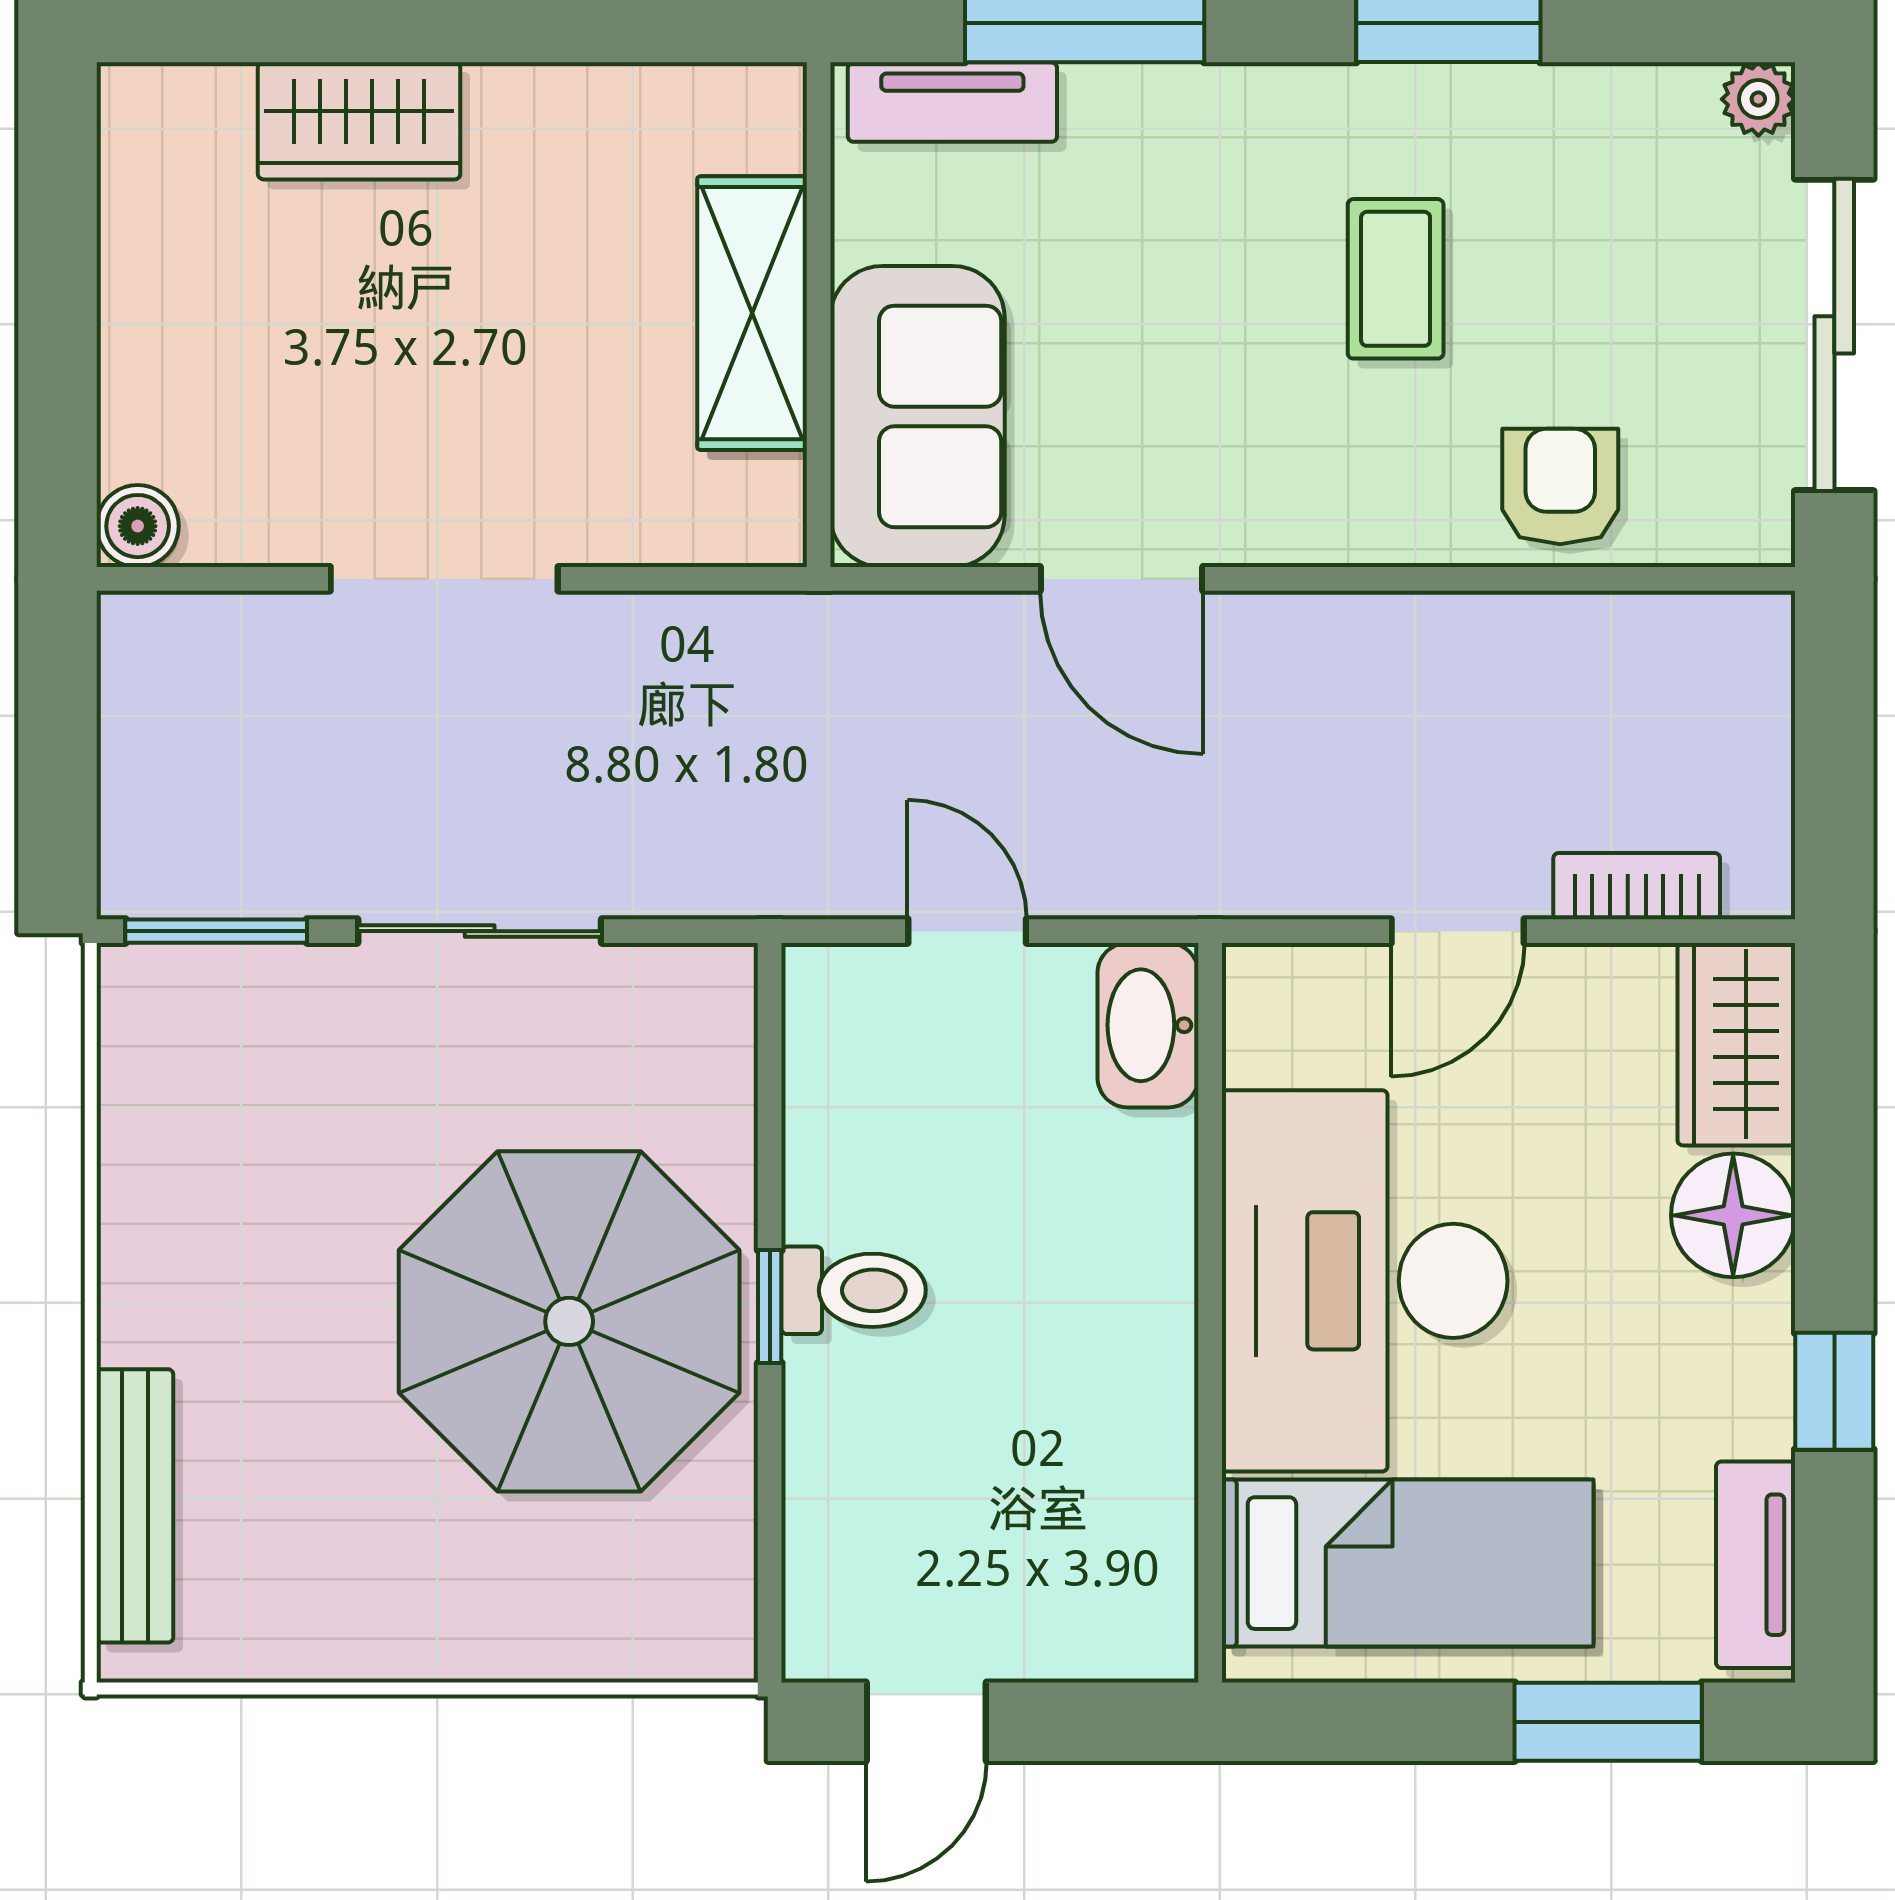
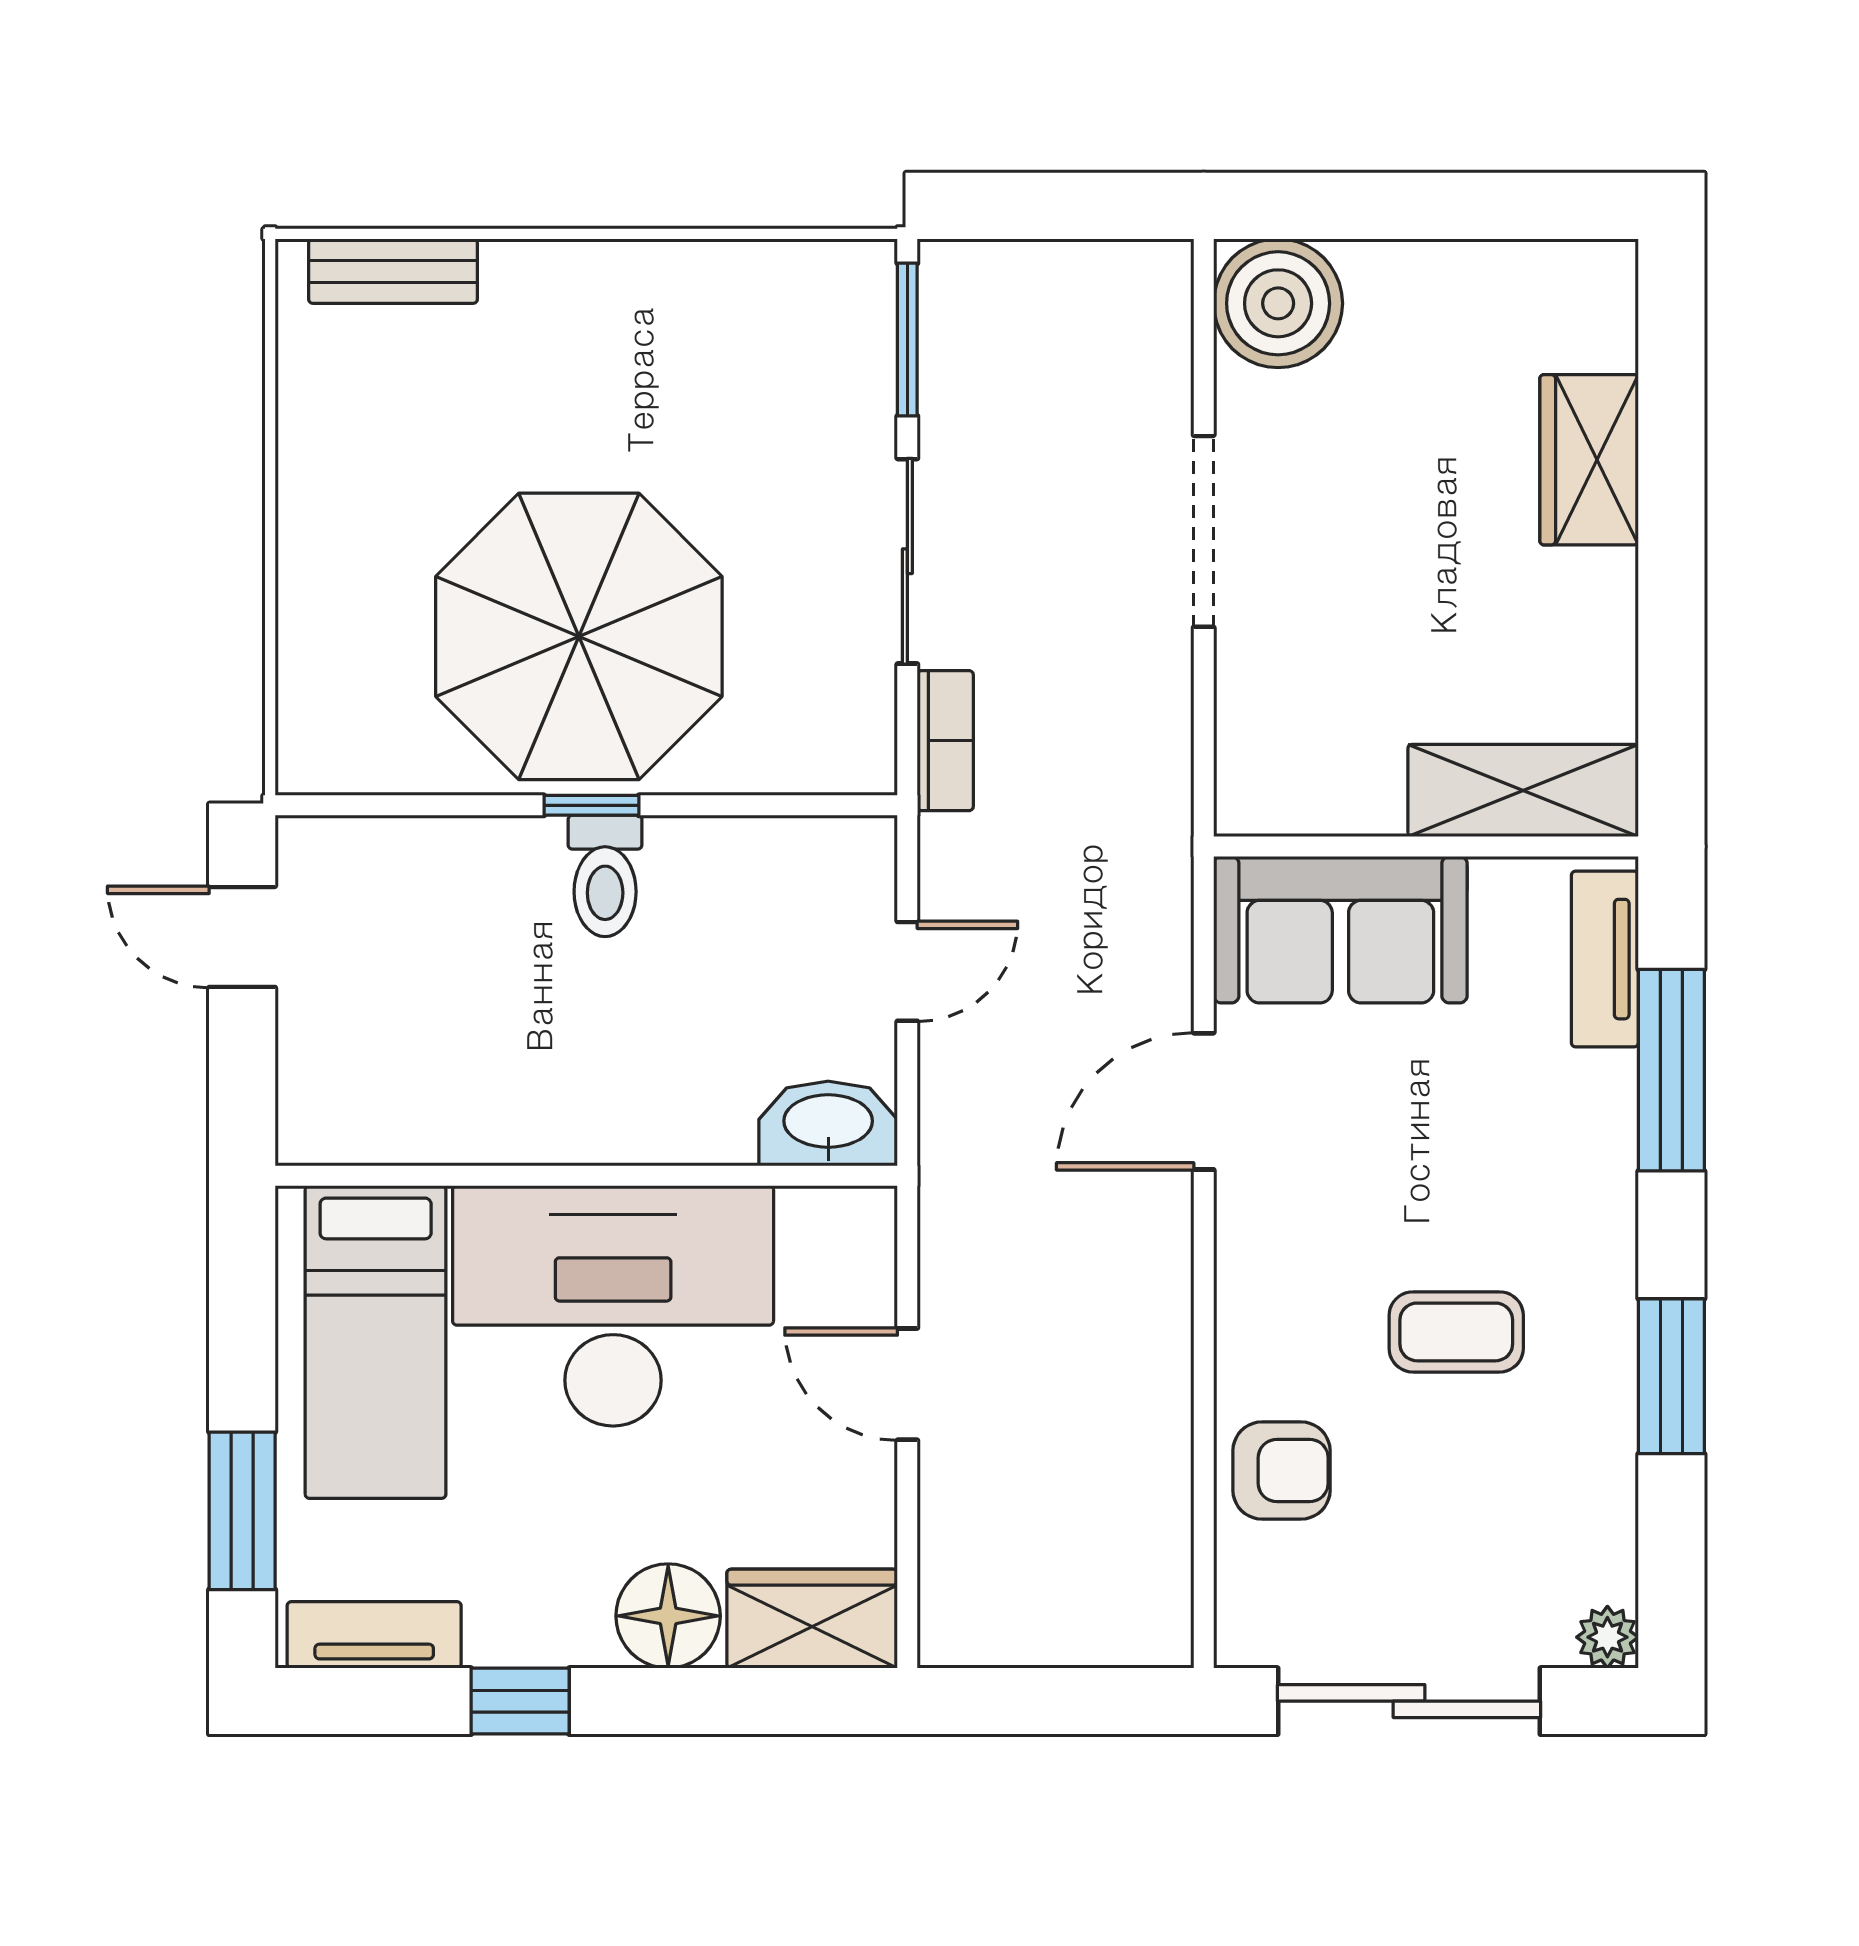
shelving: (752, 313) -> (1523, 790), moved
boiler: (138, 526) -> (1278, 303), width x1.86, depth x1.86
bookcase: (1637, 886) -> (945, 741), moved
bench: (135, 1506) -> (393, 271), width x0.73

